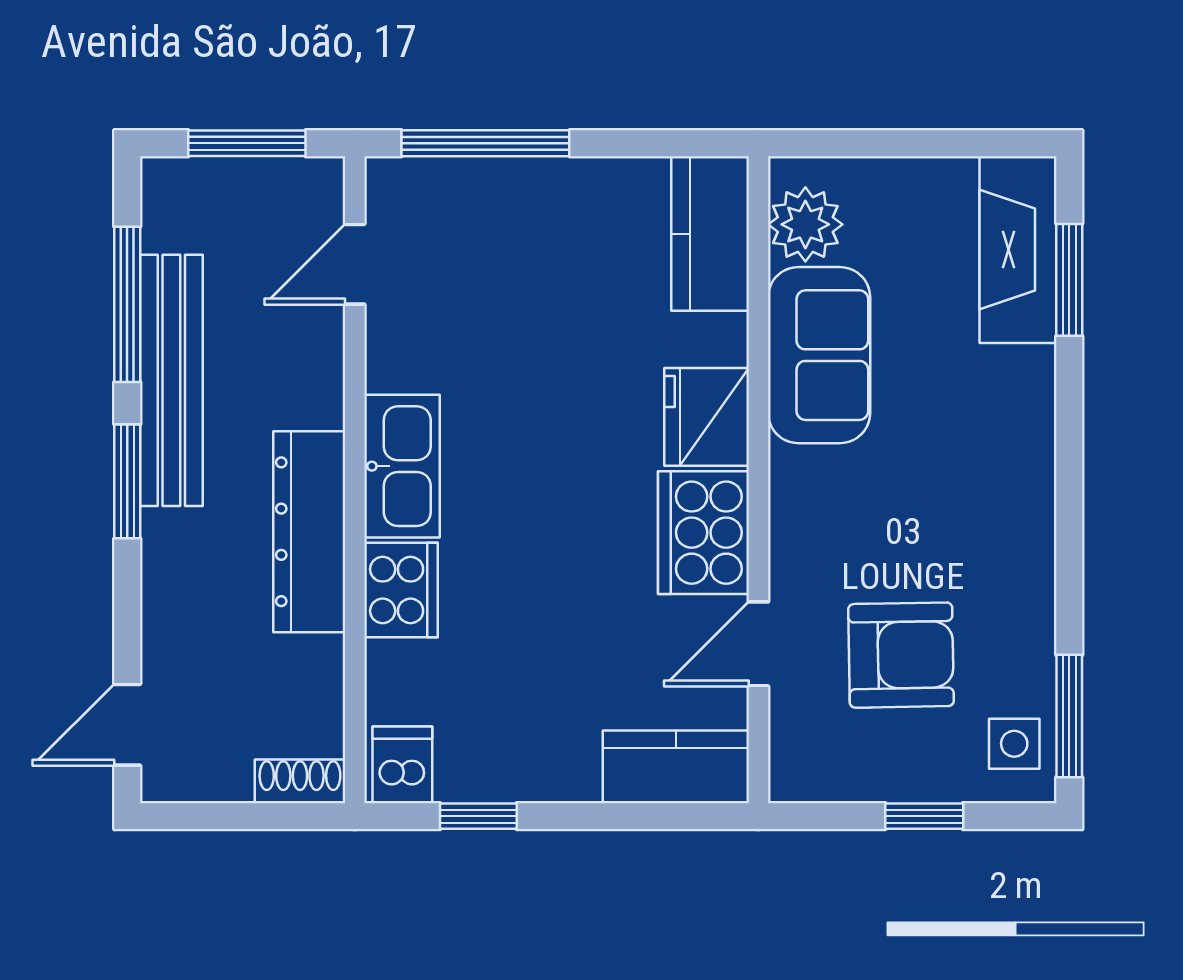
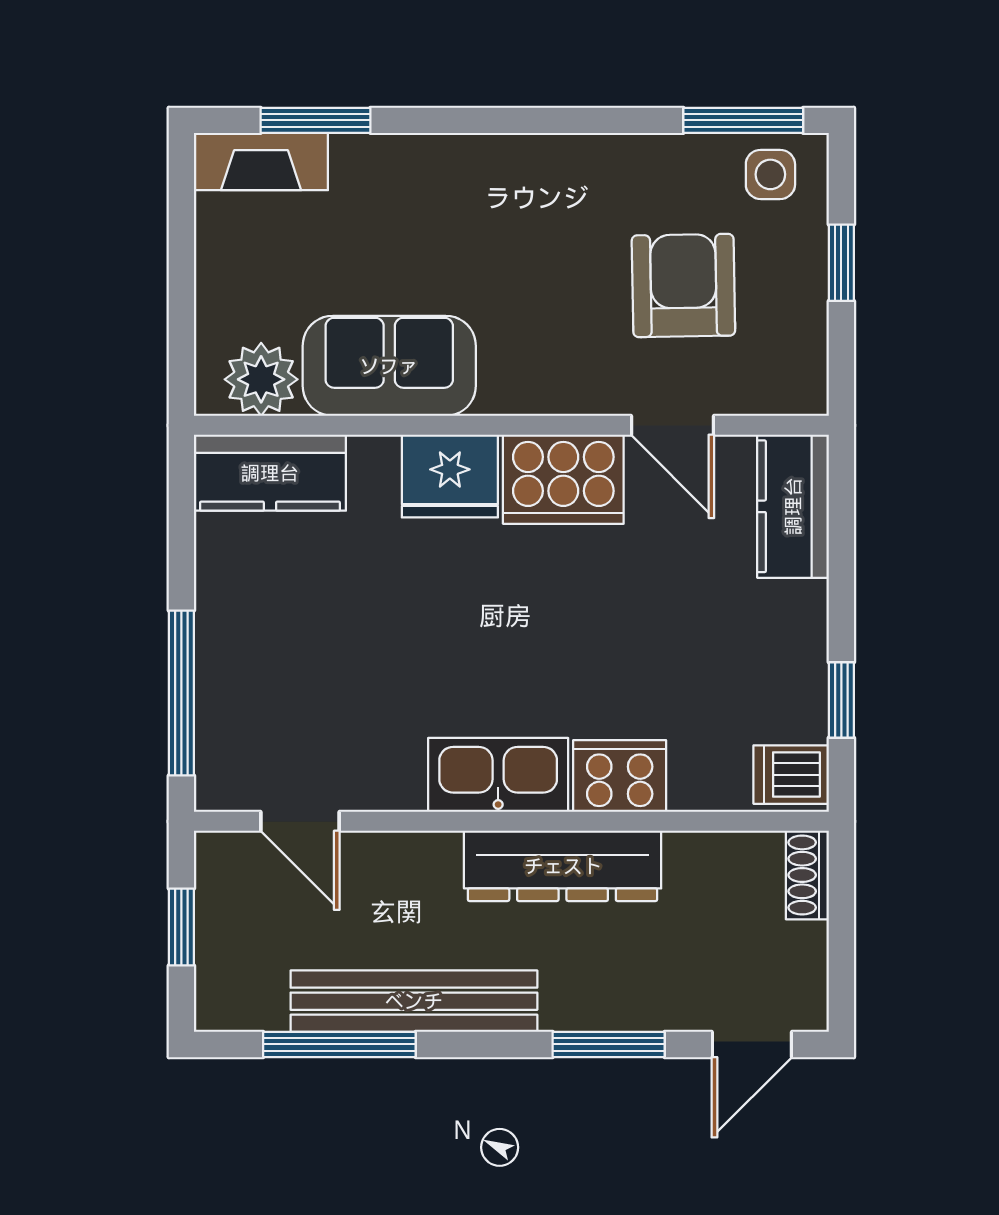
window: (247, 143) -> (181, 927), width x0.67
fireplace: (1018, 250) -> (261, 162), width x0.73, depth x0.76
window: (127, 481) -> (609, 1044), moved
door: (127, 725) -> (752, 1044), hinge flipped

